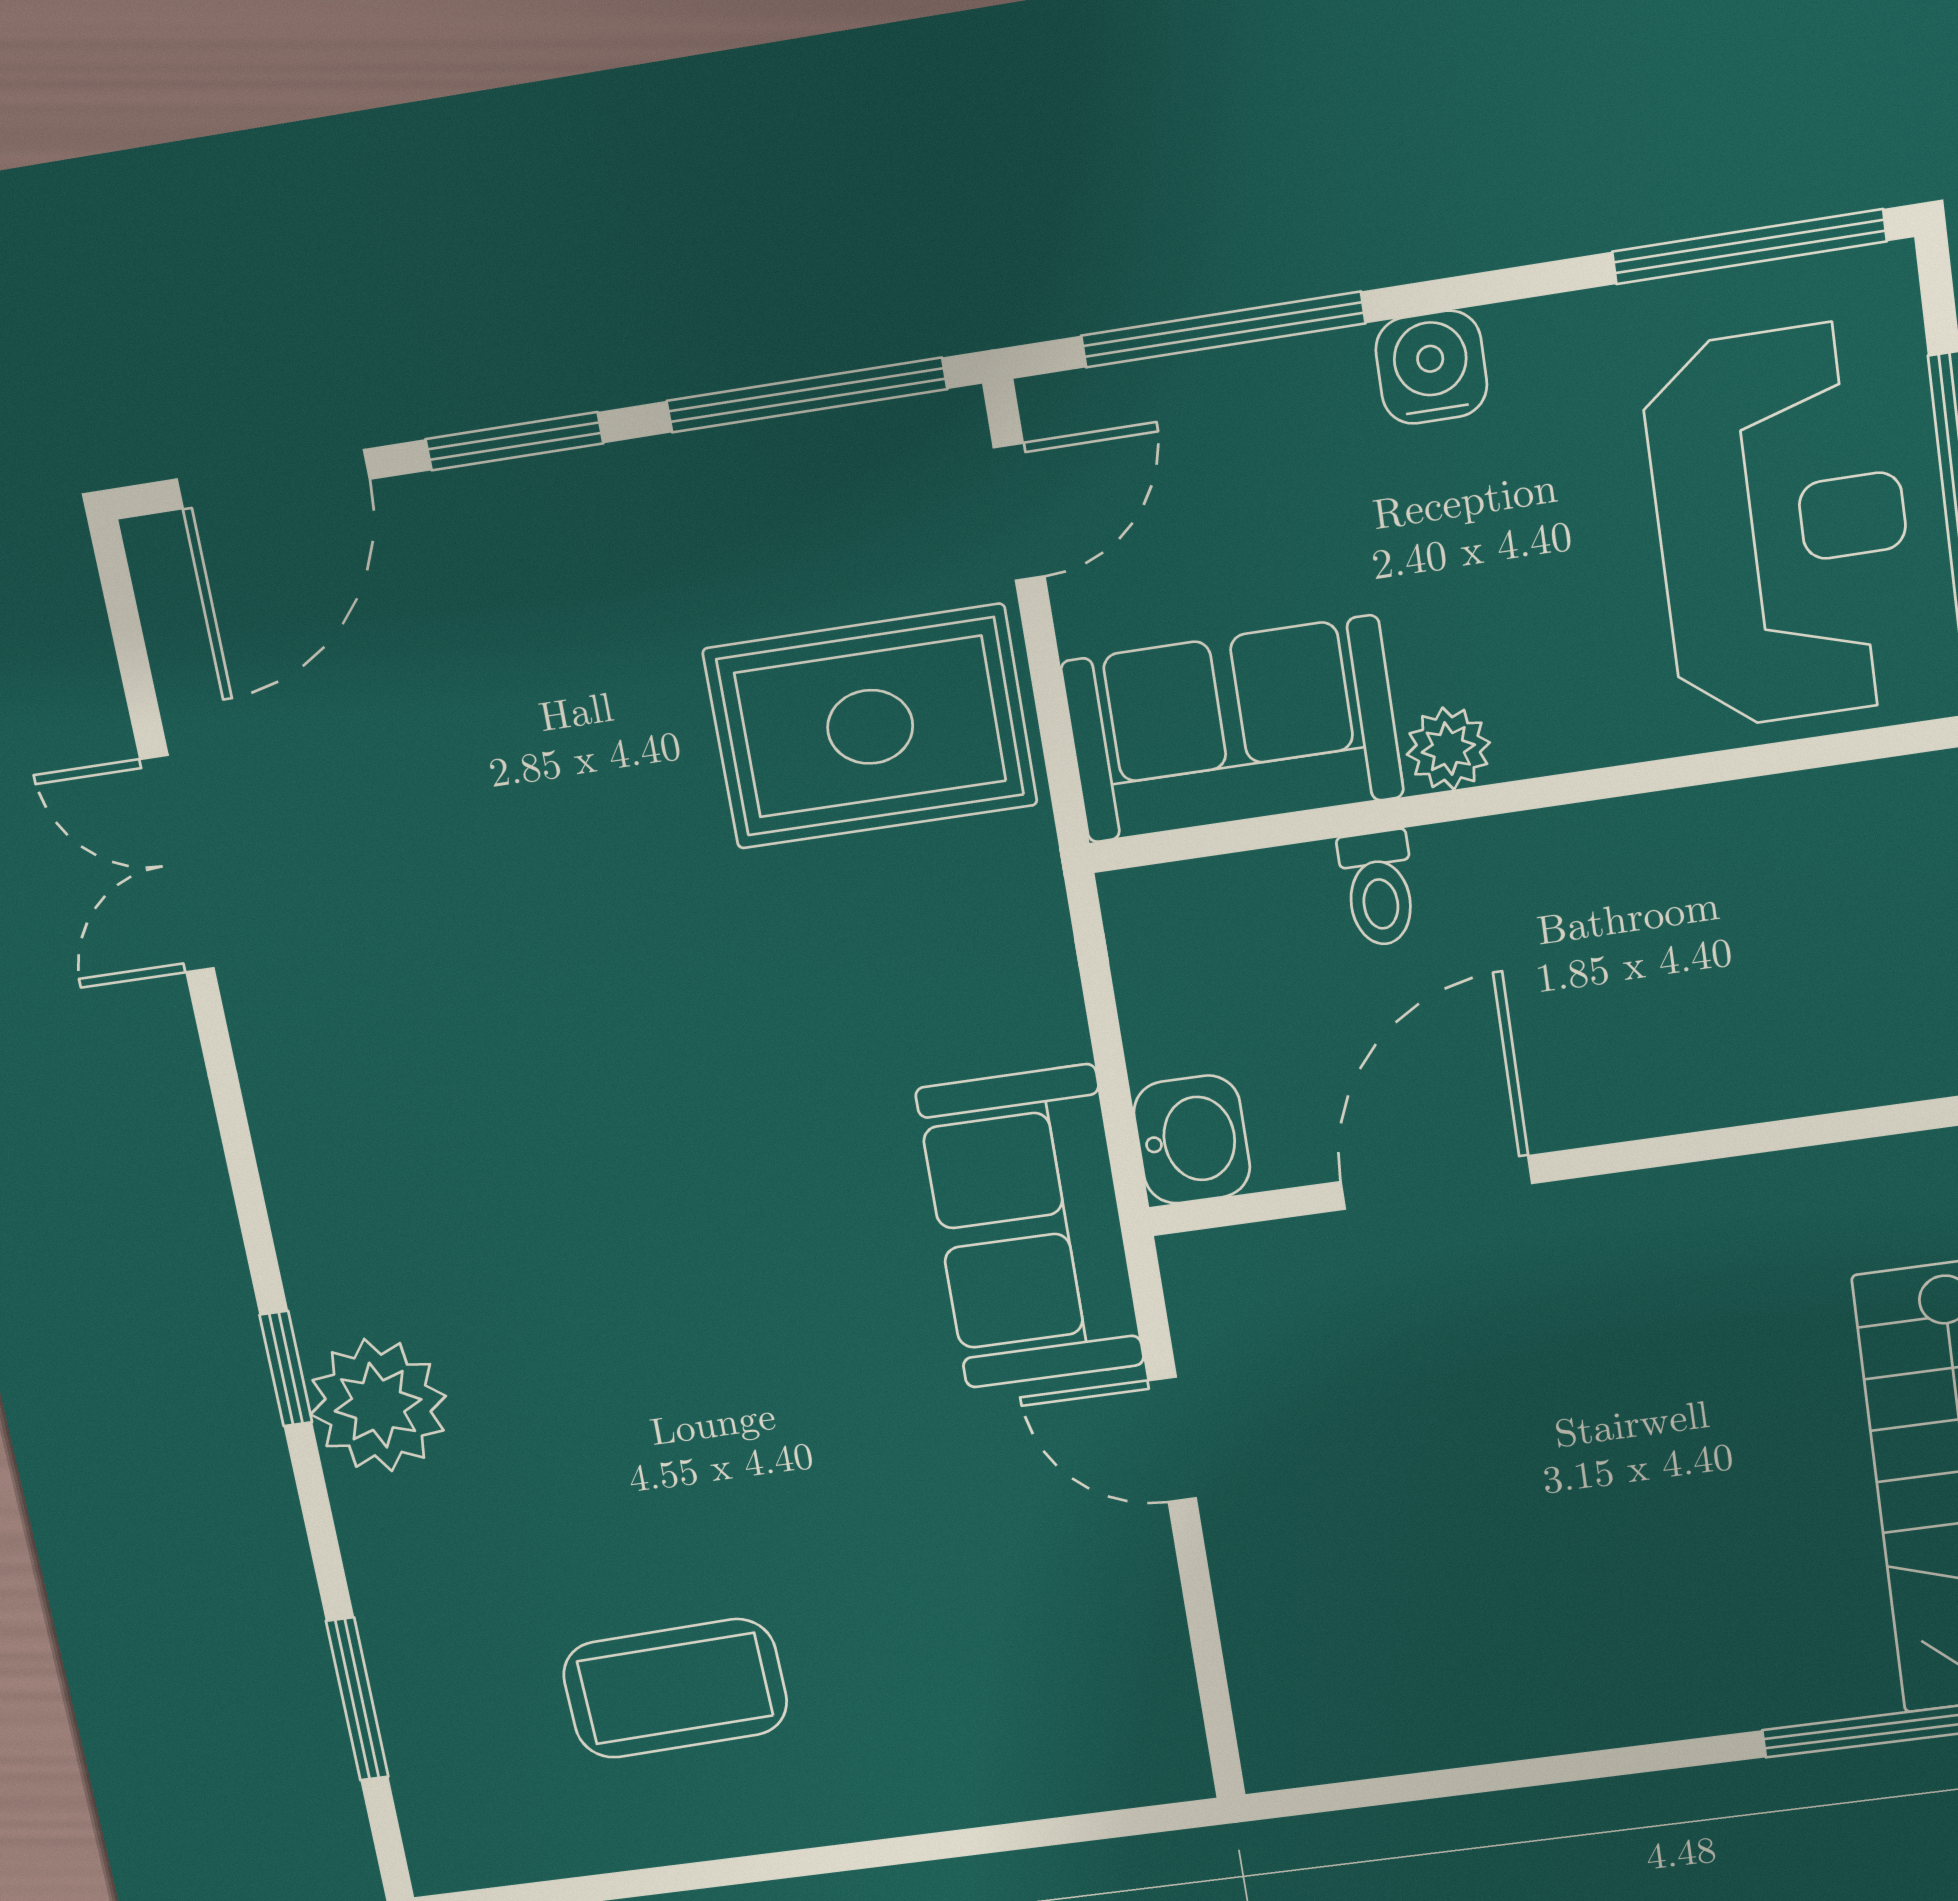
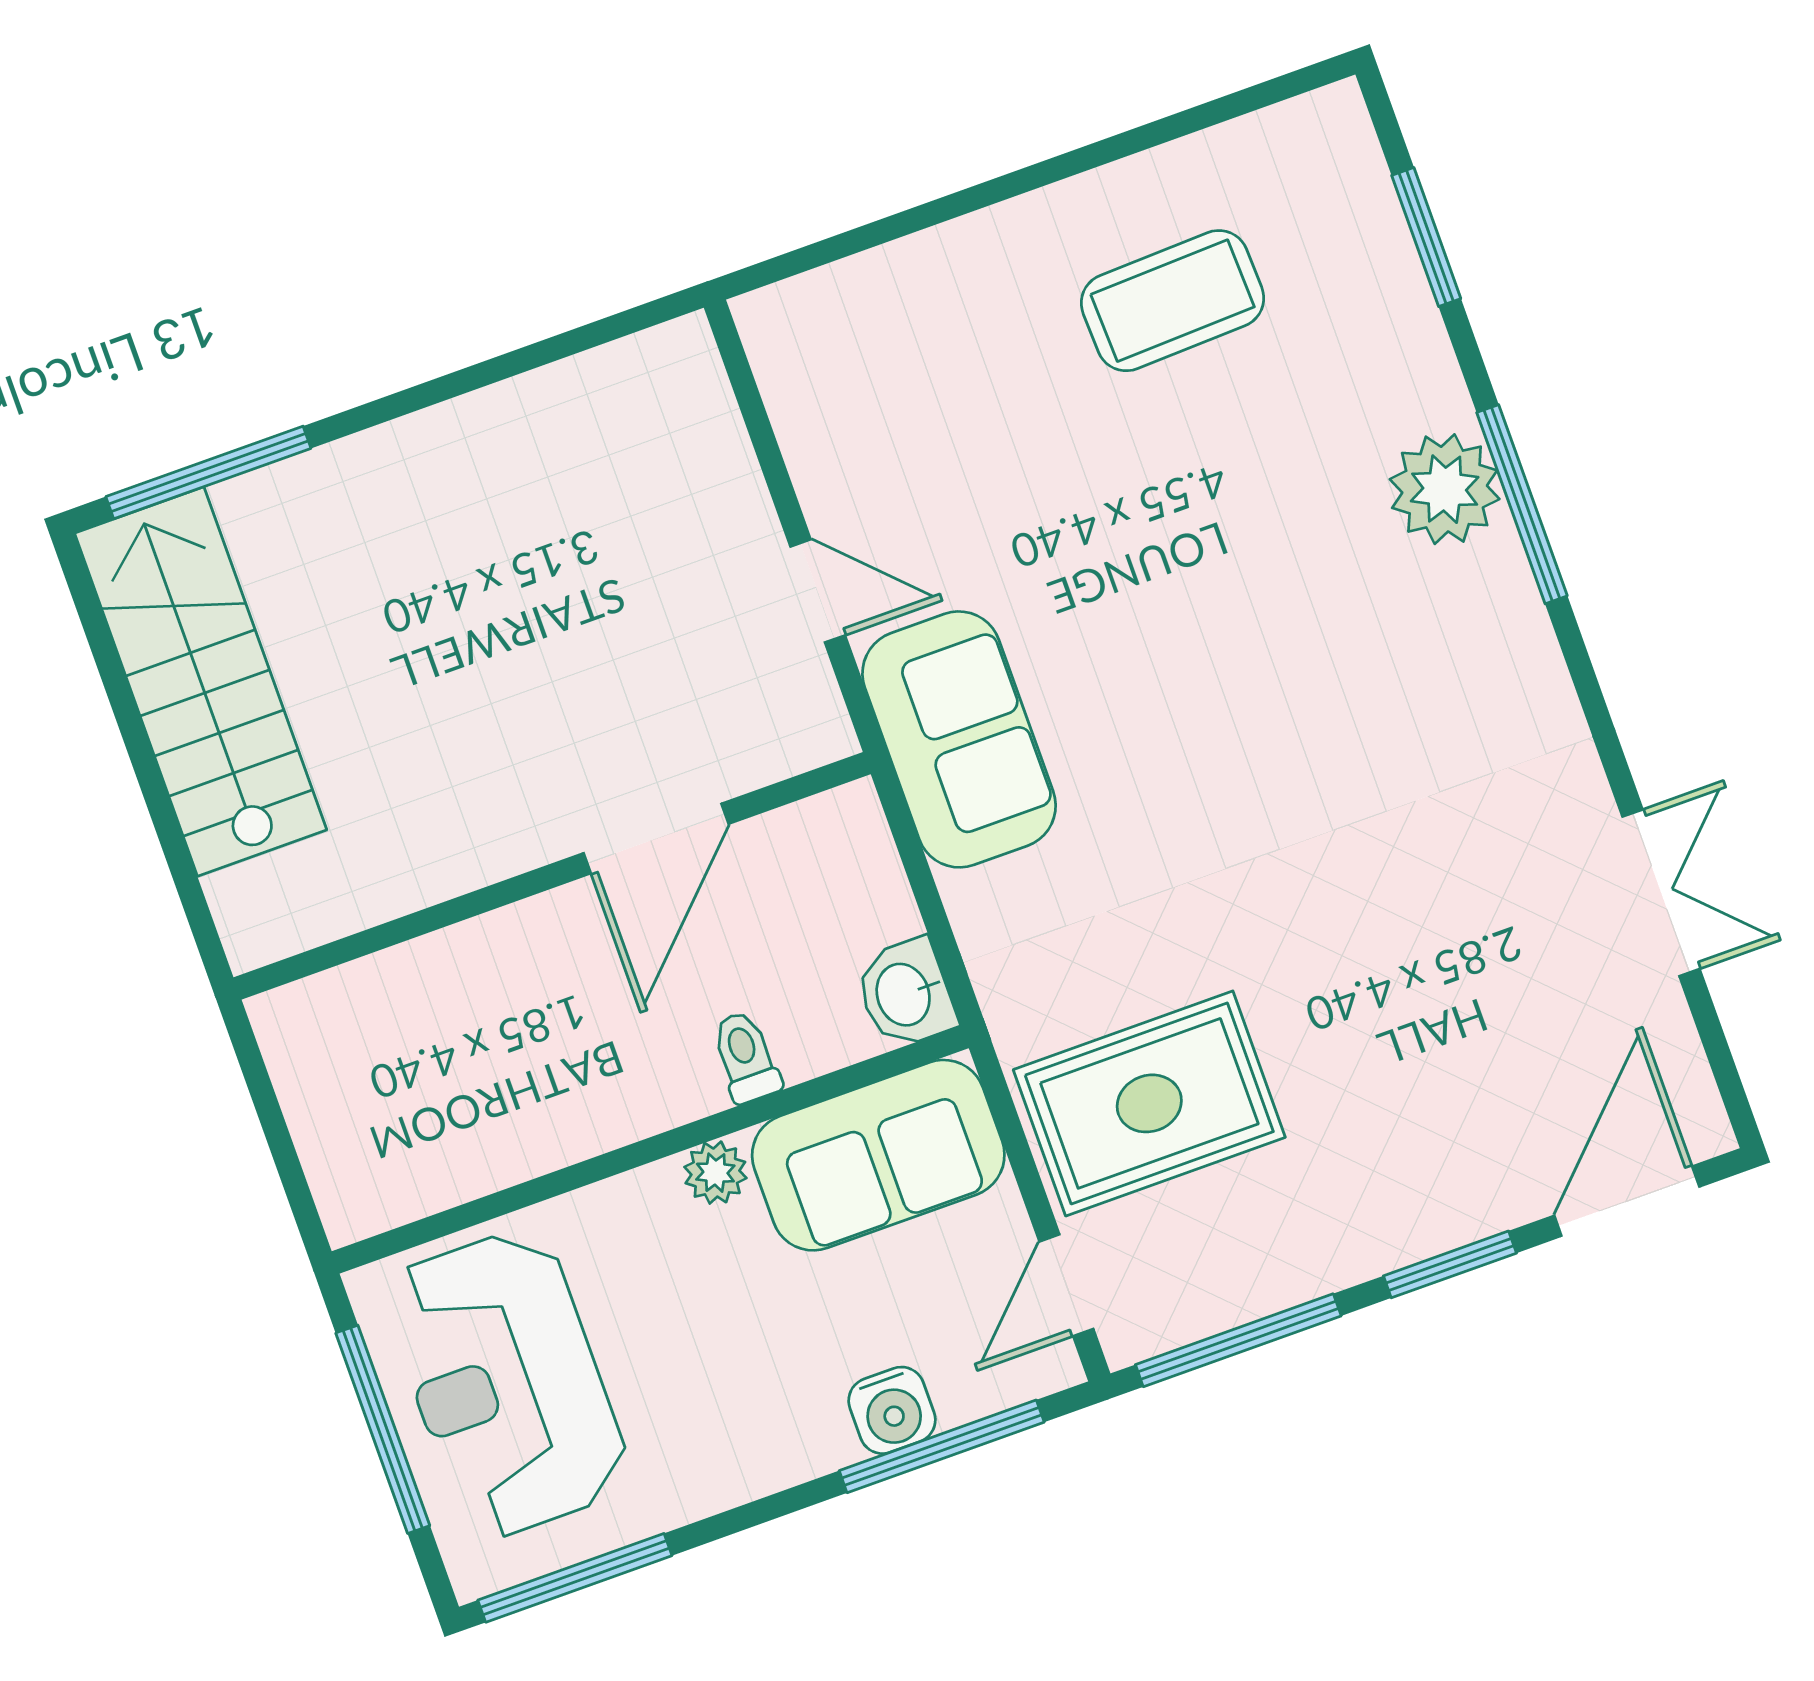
water cooler: (1431, 367) -> (892, 1410), moved
washbasin: (1192, 1140) -> (905, 994), moved
window: (286, 1369) -> (1522, 504), width x2.17

